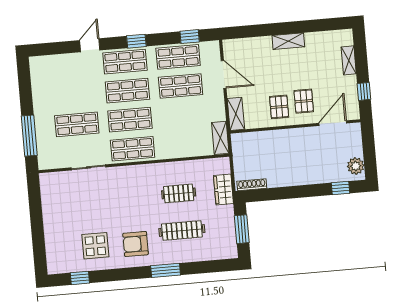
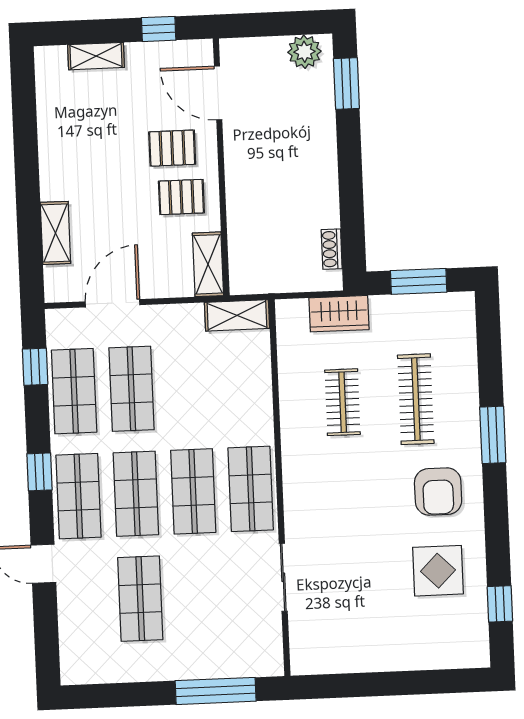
shelving: (288, 41) -> (55, 233), moved
shelving: (236, 114) -> (208, 264), moved, turned 90
shop shelf: (77, 124) -> (140, 599), moved
shoe rack: (252, 185) -> (332, 249), width x0.70
window: (340, 188) -> (346, 84), width x1.50

